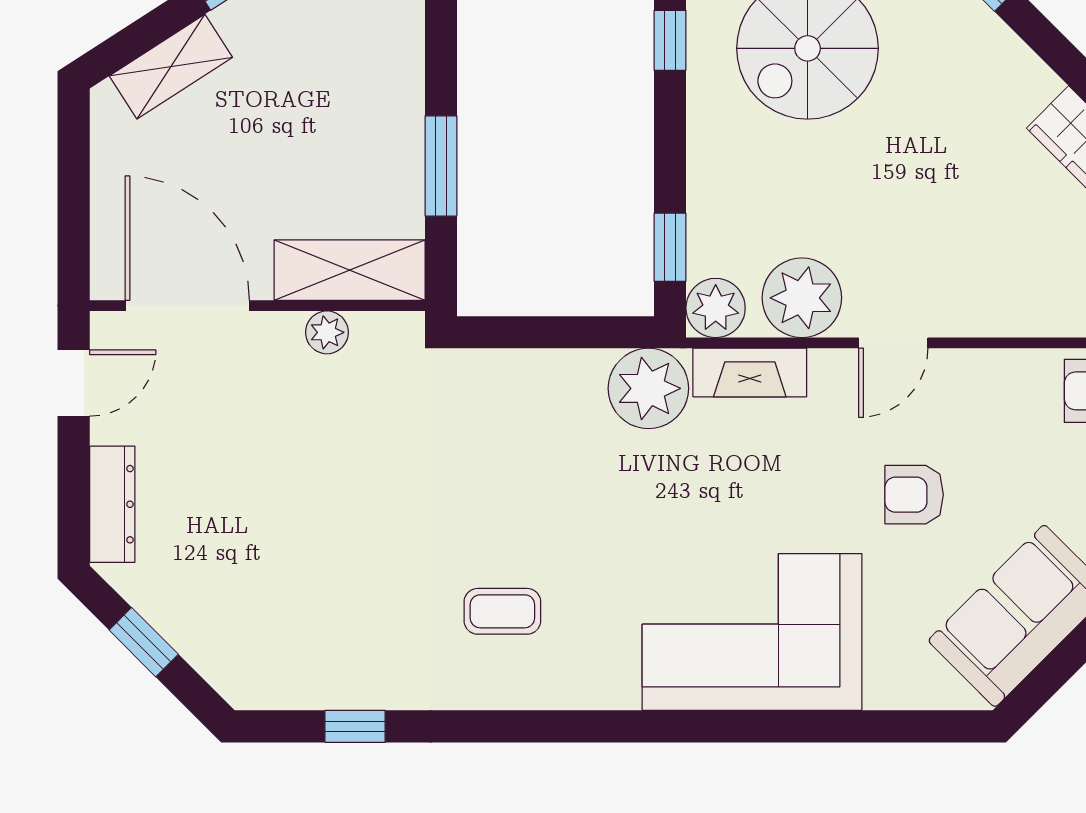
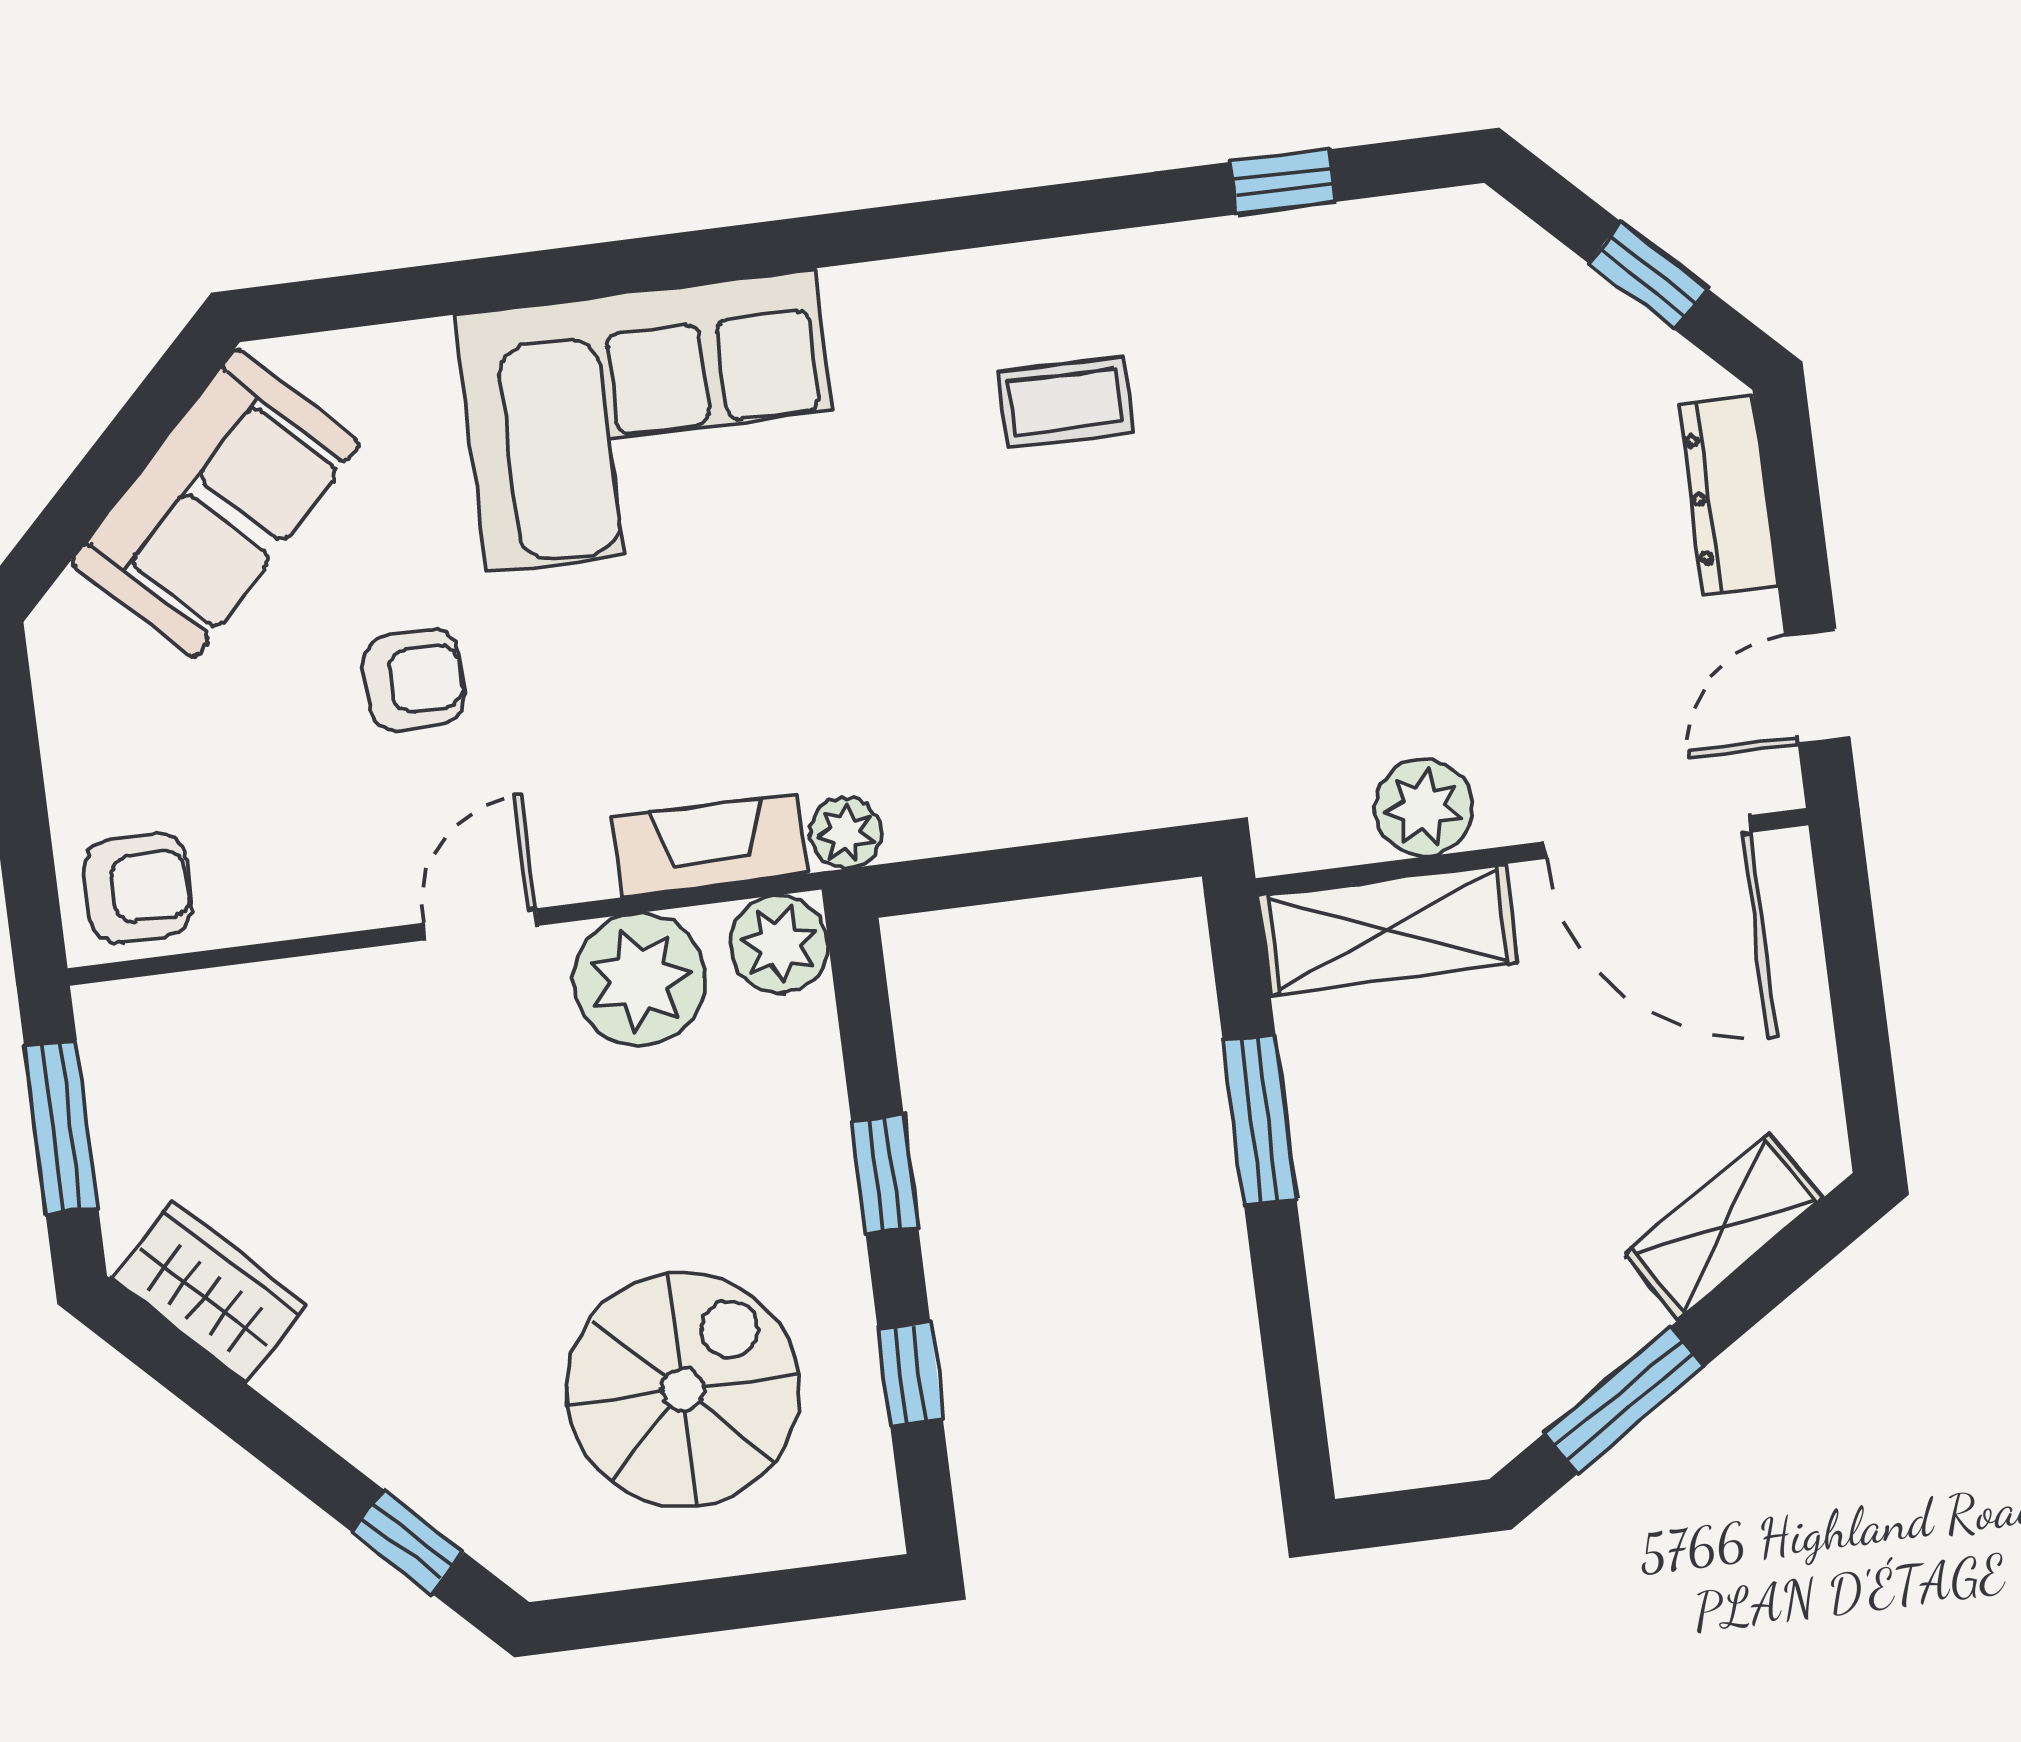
window: (670, 247) -> (885, 1174), moved
plant: (327, 332) -> (1423, 808), width x1.38, depth x1.38
plant: (648, 388) -> (846, 833), width x0.53, depth x0.53

